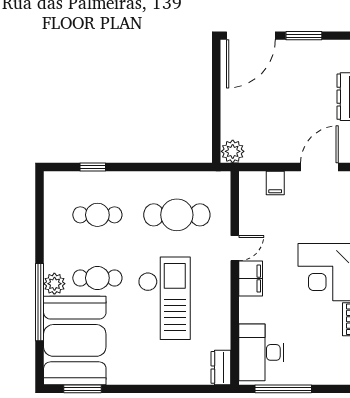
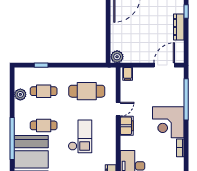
filing cabinet: (275, 183) -> (128, 74), moved
plant: (54, 284) -> (20, 94), moved
checkout: (164, 298) -> (80, 136), width x0.73, depth x0.83

